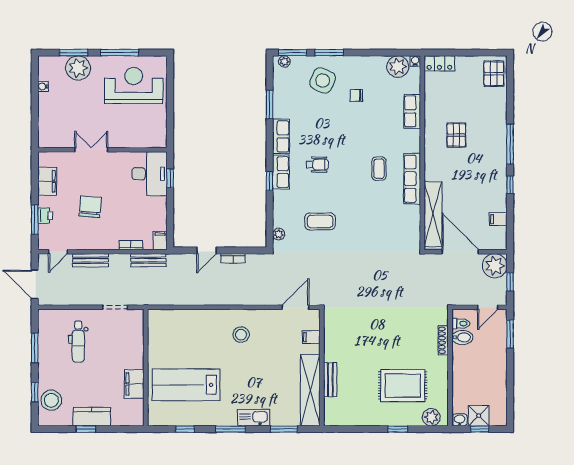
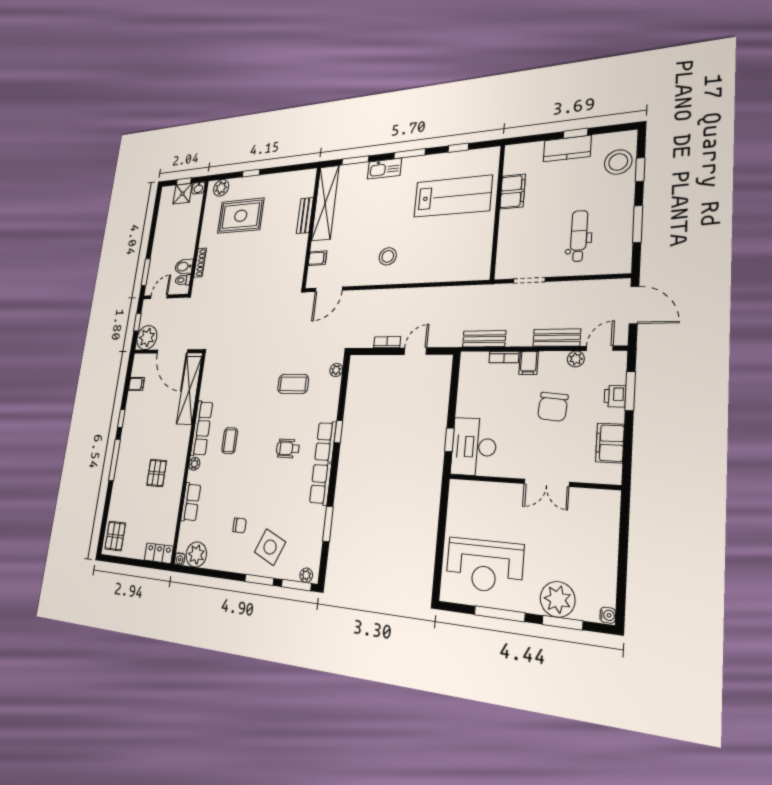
water cooler: (43, 86) -> (608, 615), moved
plant: (414, 146) -> (194, 464), added
filing cabinet: (160, 241) -> (529, 363), moved
plant: (75, 244) -> (576, 359), added

